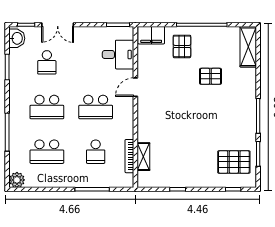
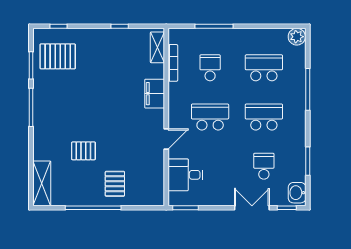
filing cabinet: (151, 35) -> (155, 94), moved, turned -90
shelving: (143, 157) -> (157, 47), moved

